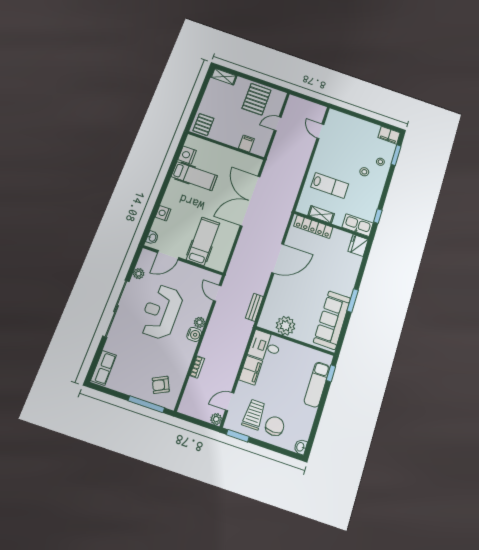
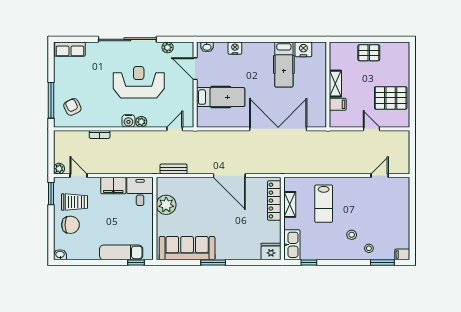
shelving: (224, 76) -> (335, 84), moved
pallet: (203, 124) -> (369, 53), moved
filing cabinet: (389, 135) -> (402, 254), width x0.50

